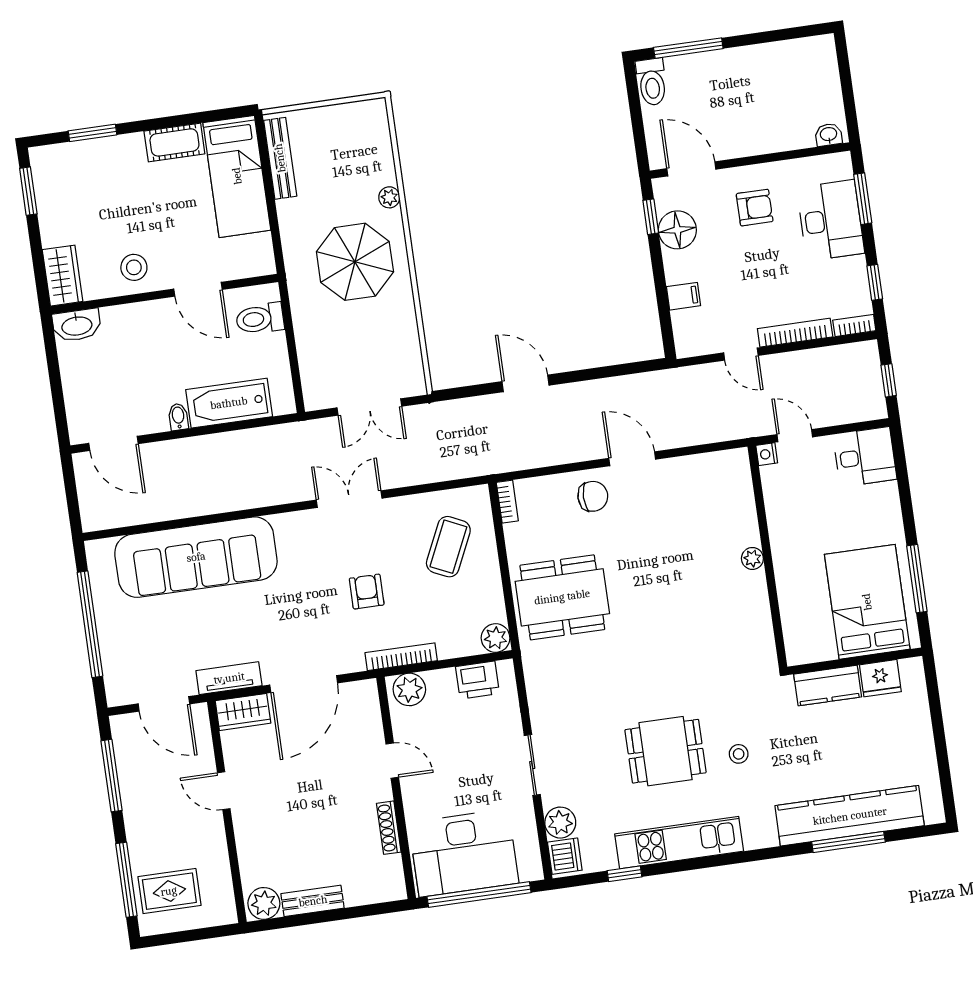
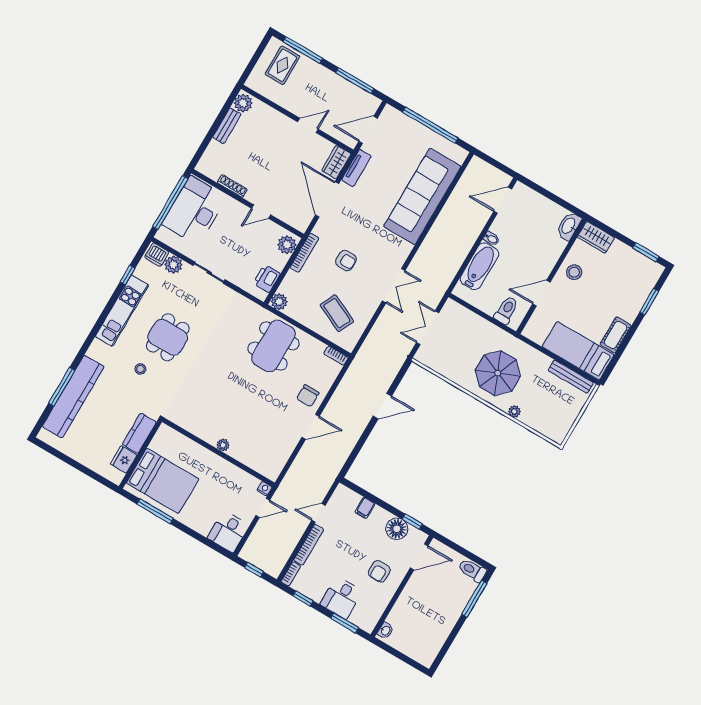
desk: (831, 220) -> (341, 598), width x0.73

